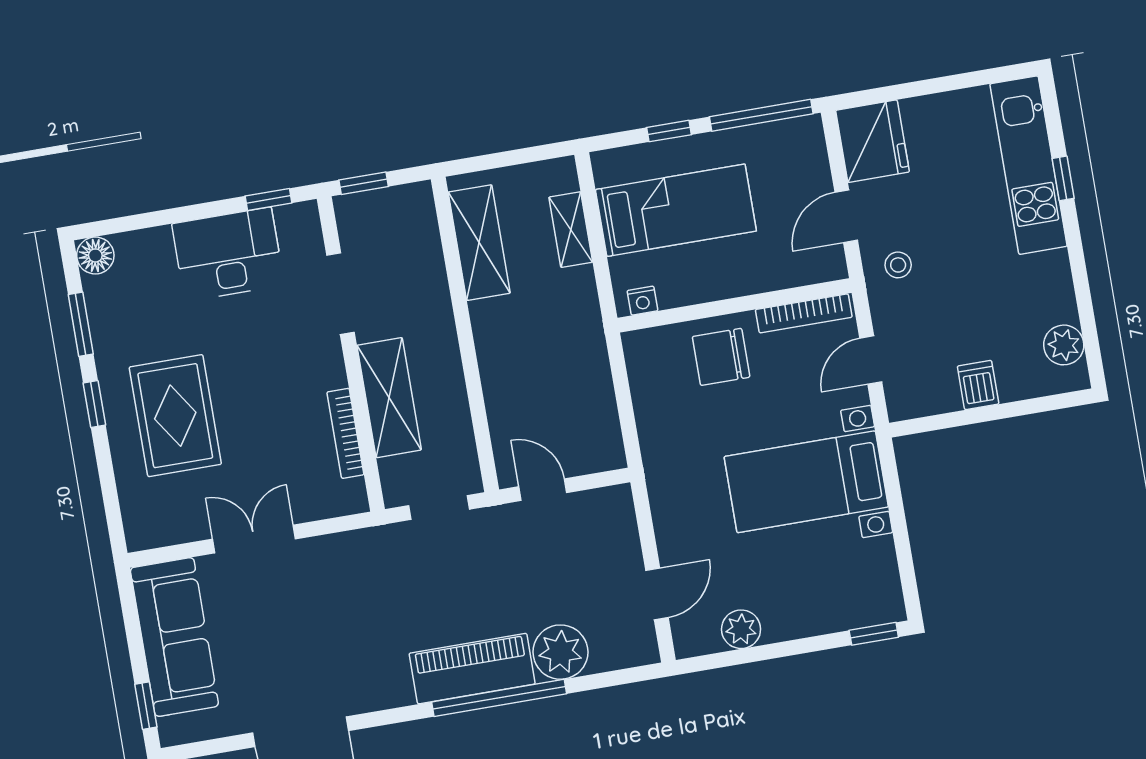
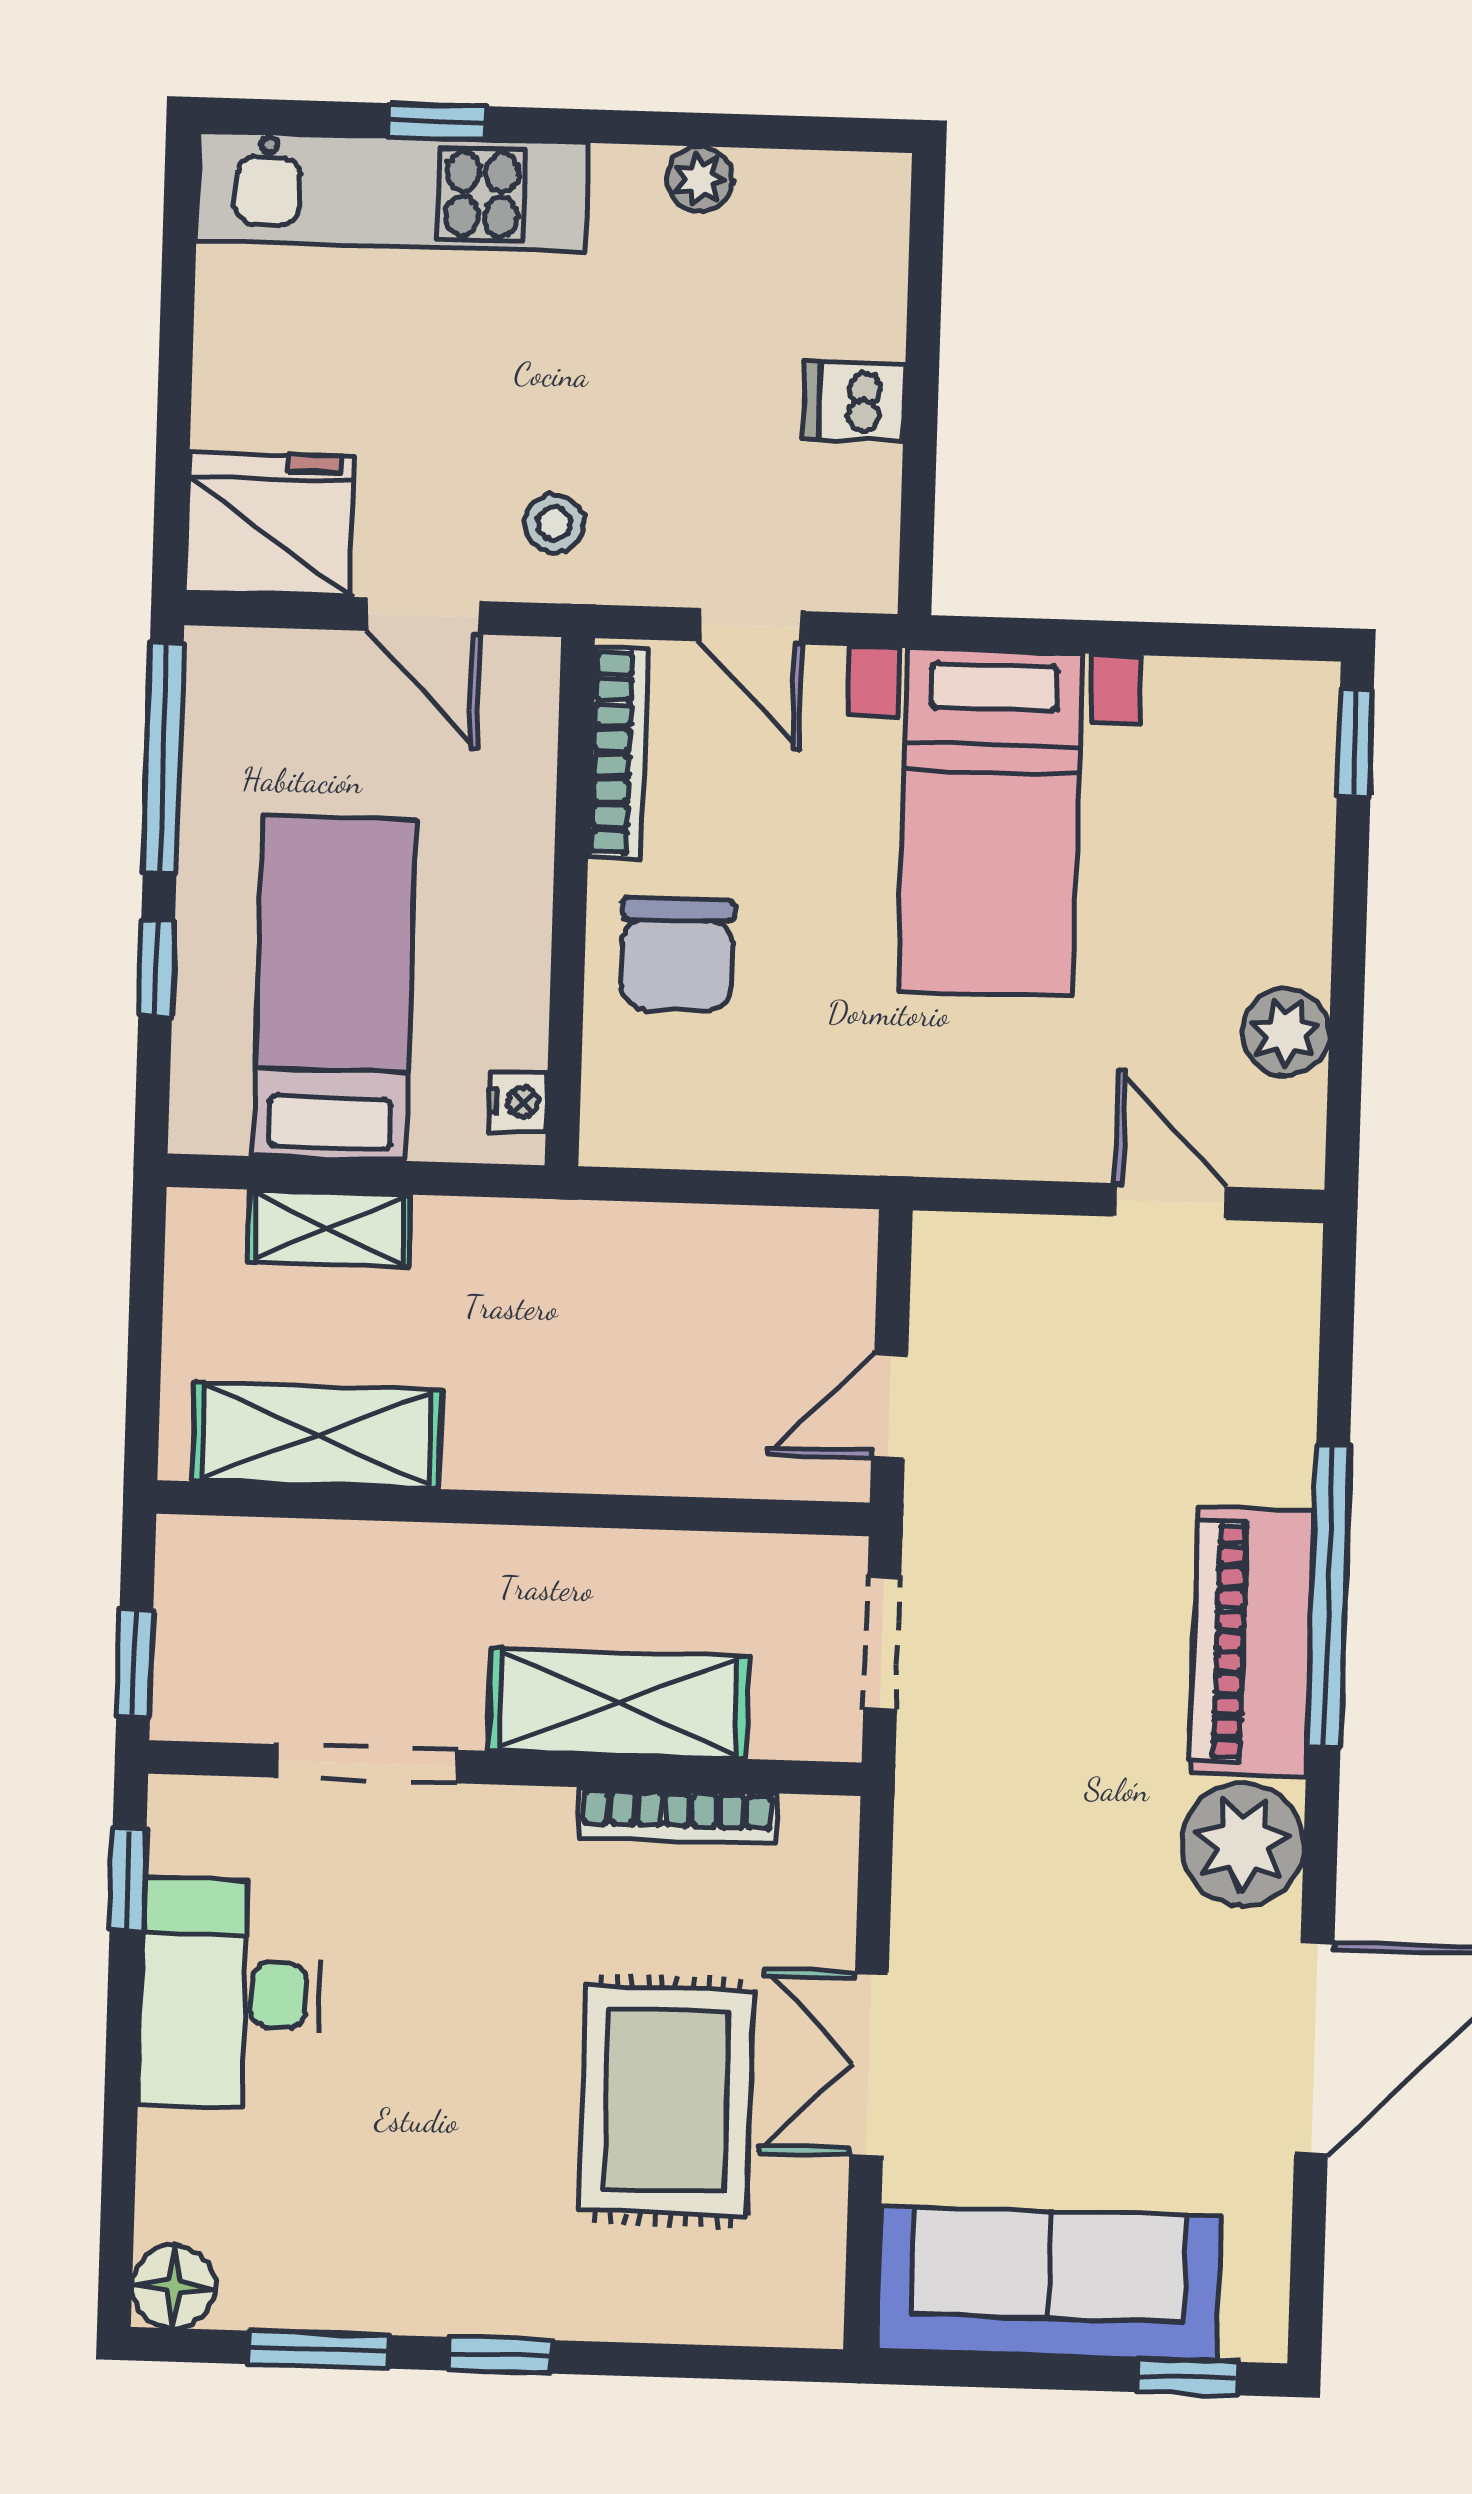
plant: (1064, 345) -> (700, 179), moved, width x0.73, depth x0.73
rug: (175, 416) -> (666, 2101), moved, turned 90
plant: (561, 652) -> (1242, 1844), moved

